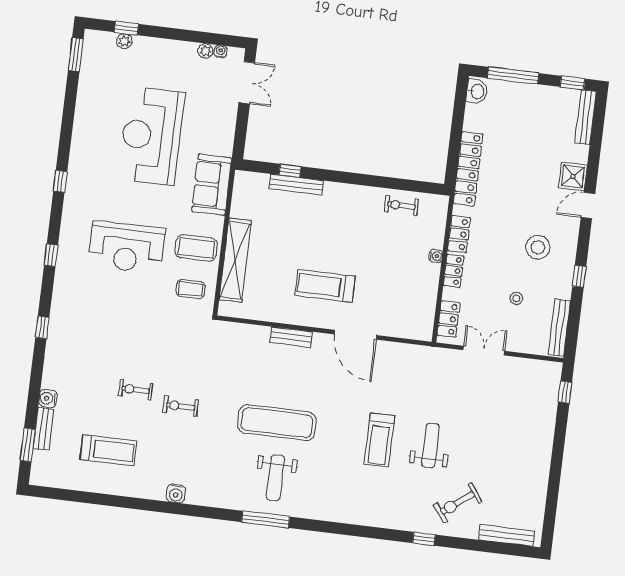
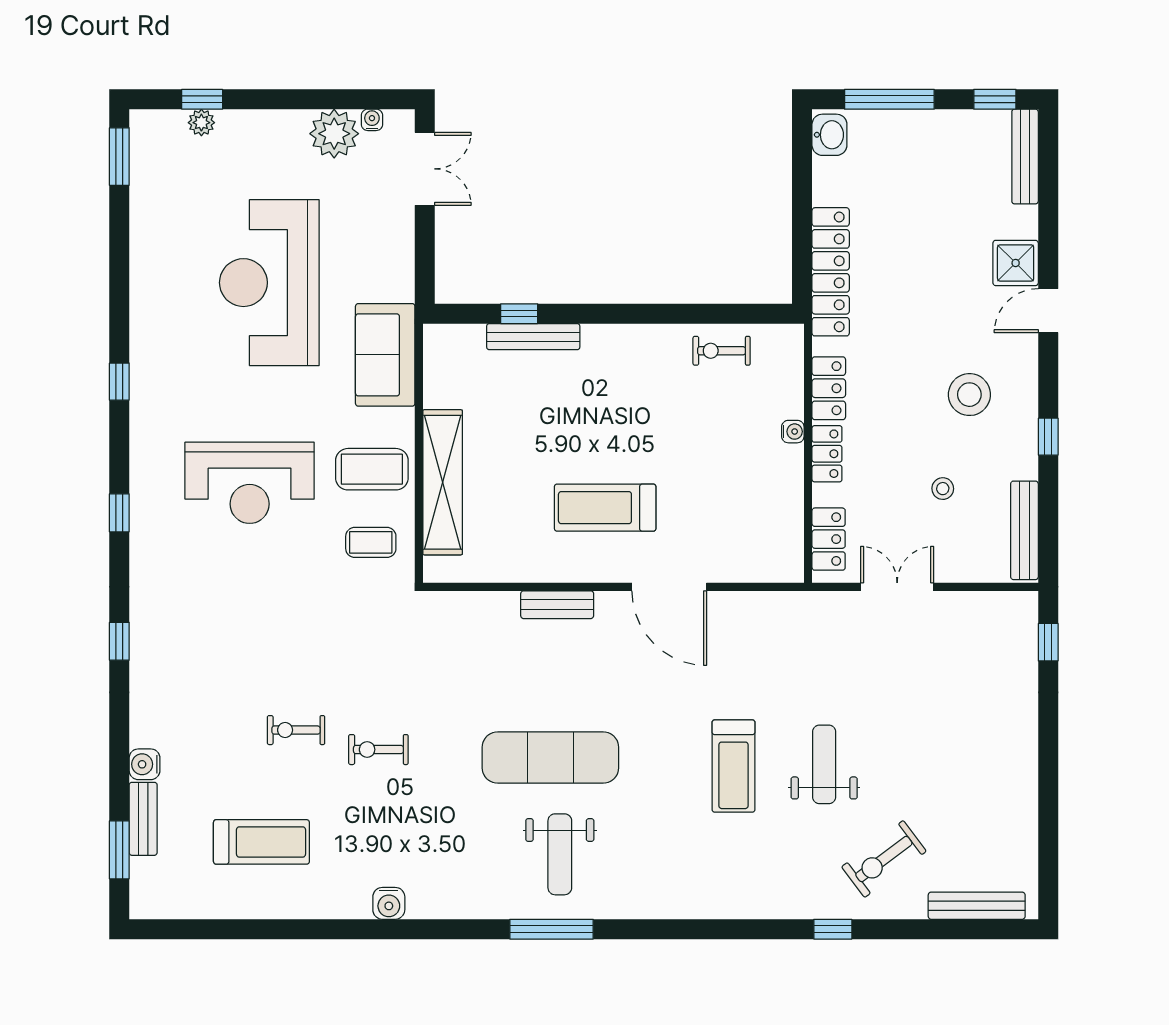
plant: (205, 51) -> (334, 134), width x1.88, depth x1.88

